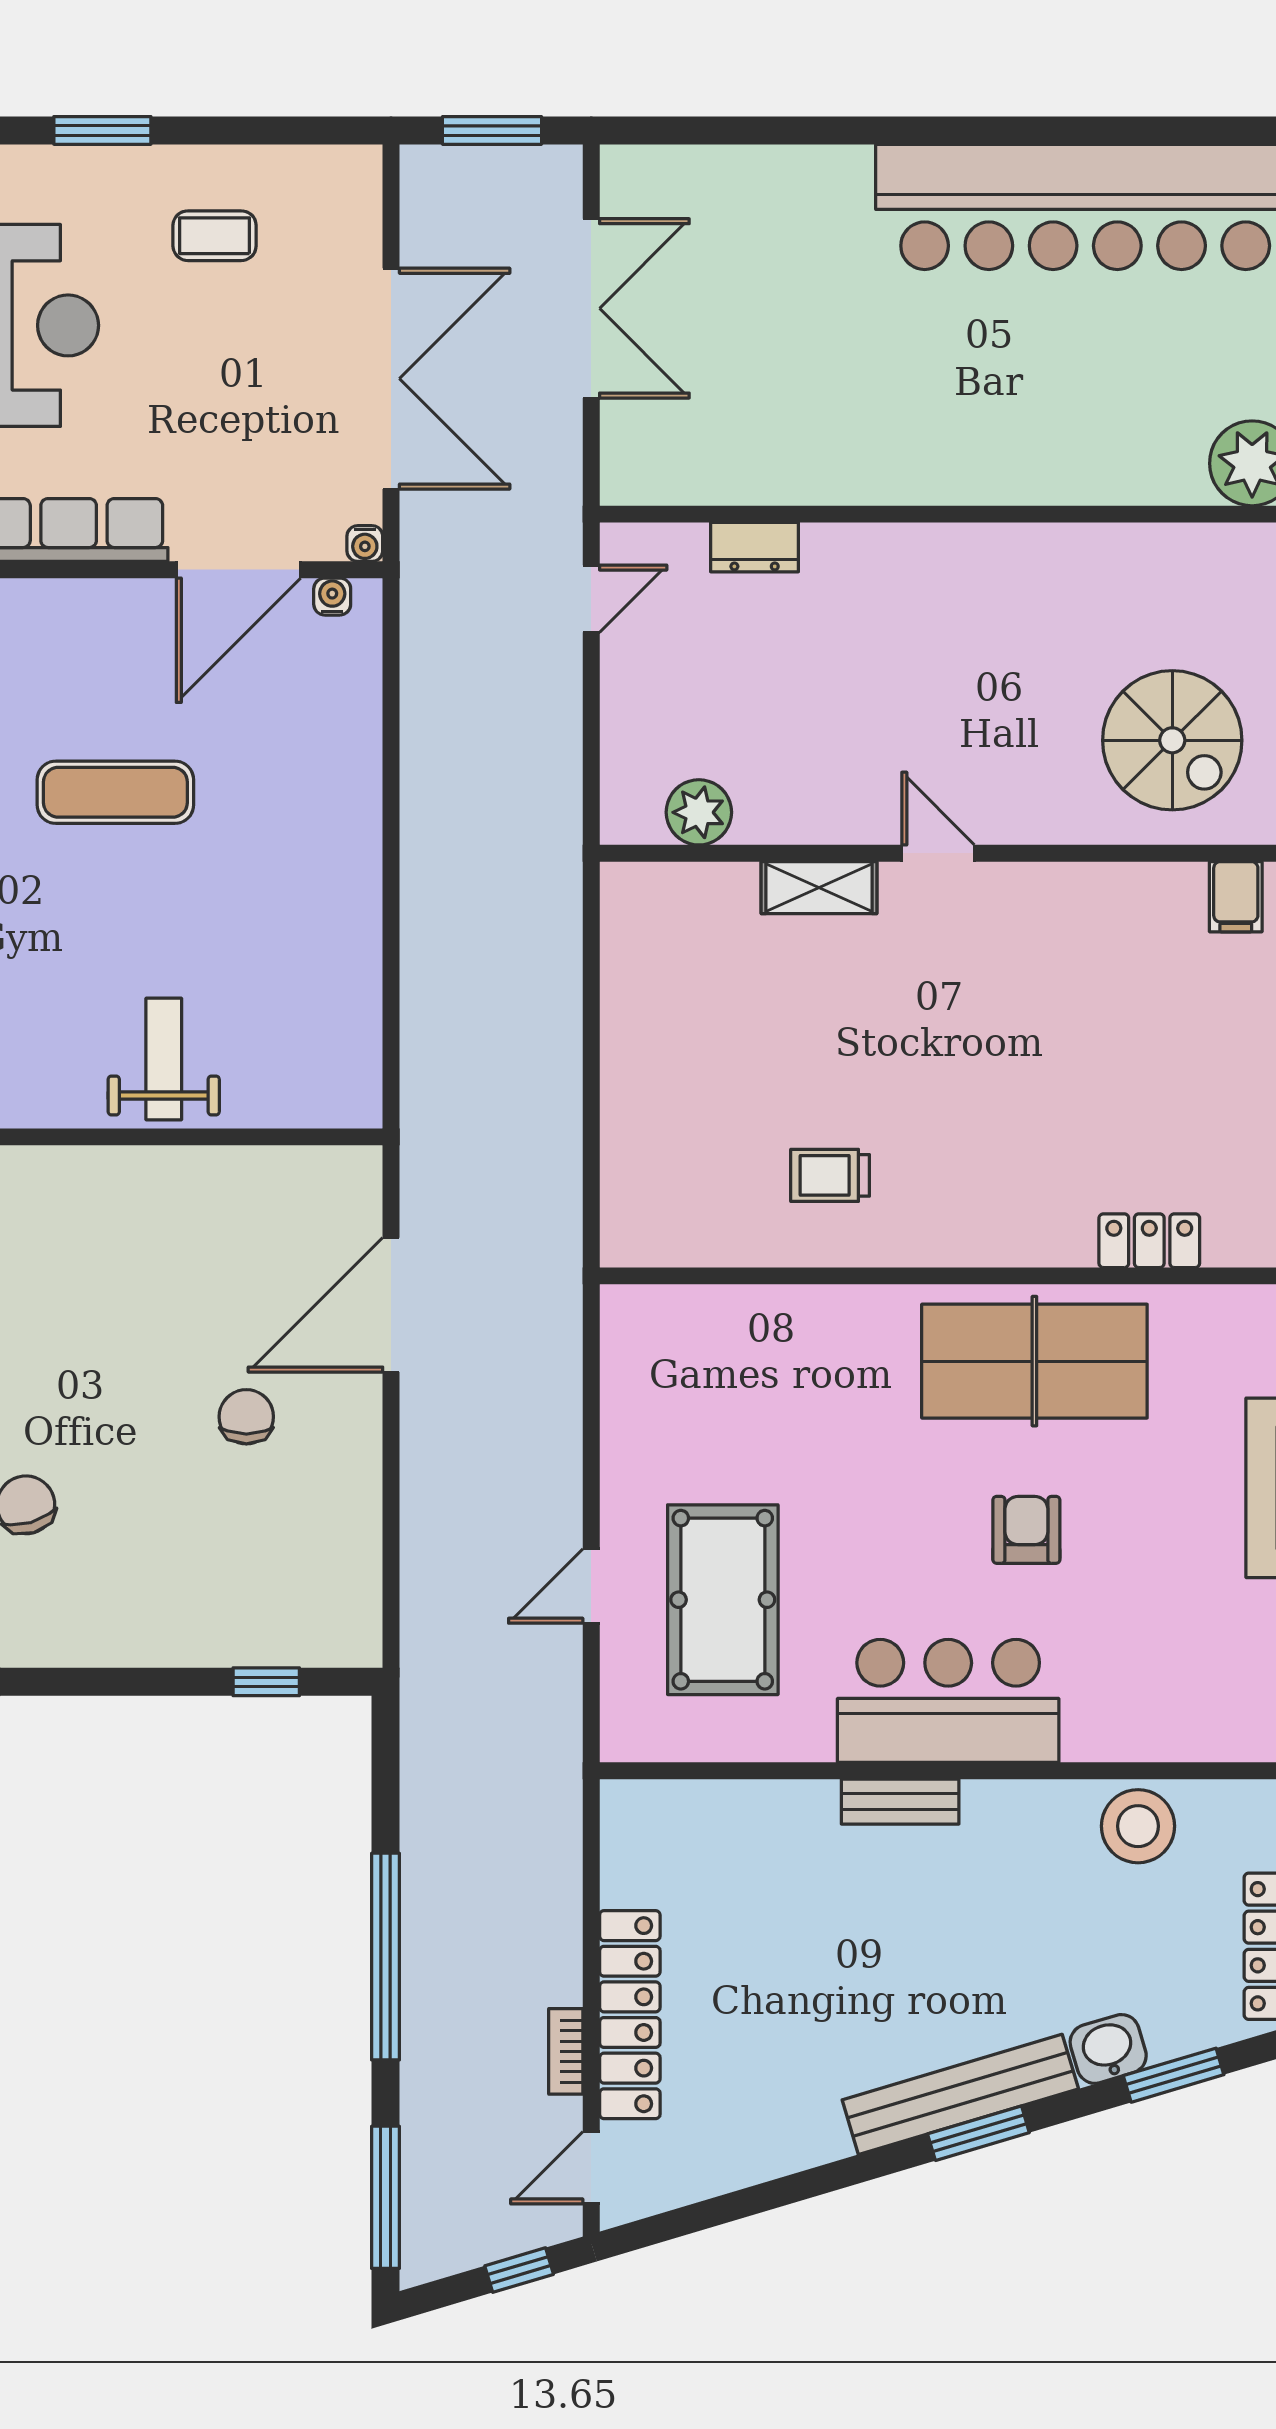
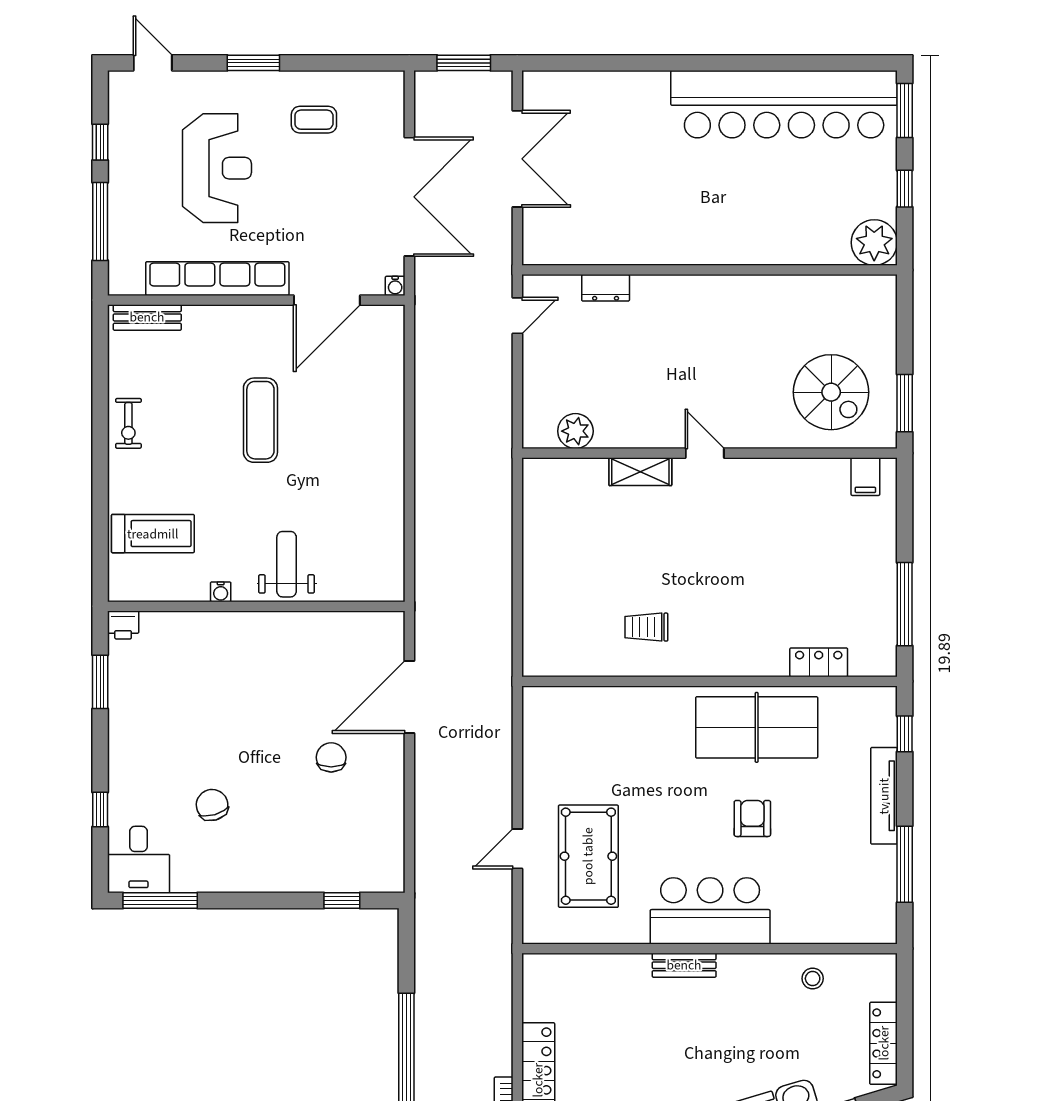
water cooler: (332, 597) -> (221, 592), moved, turned 180
exercise mat: (115, 792) -> (260, 420), turned 90
stool: (1138, 1826) -> (813, 978), width x0.53, depth x0.53

